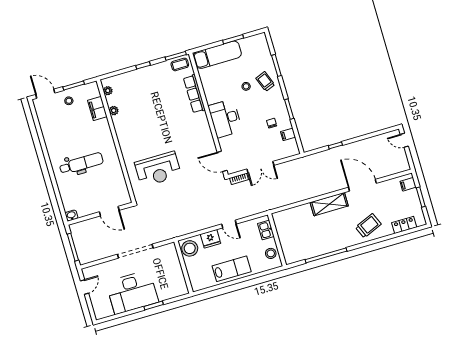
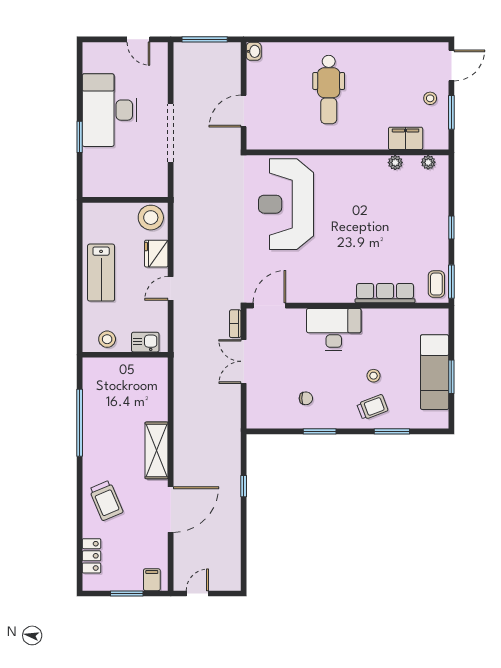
exam couch: (217, 55) -> (435, 372), moved
filing cabinet: (288, 134) -> (281, 418), removed
door: (404, 140) -> (197, 593), moved
reception desk: (158, 169) -> (286, 204), width x1.36, depth x1.30

